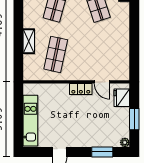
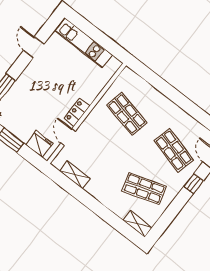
shelving: (29, 41) -> (75, 175), moved
door: (102, 82) -> (68, 137), hinge flipped

